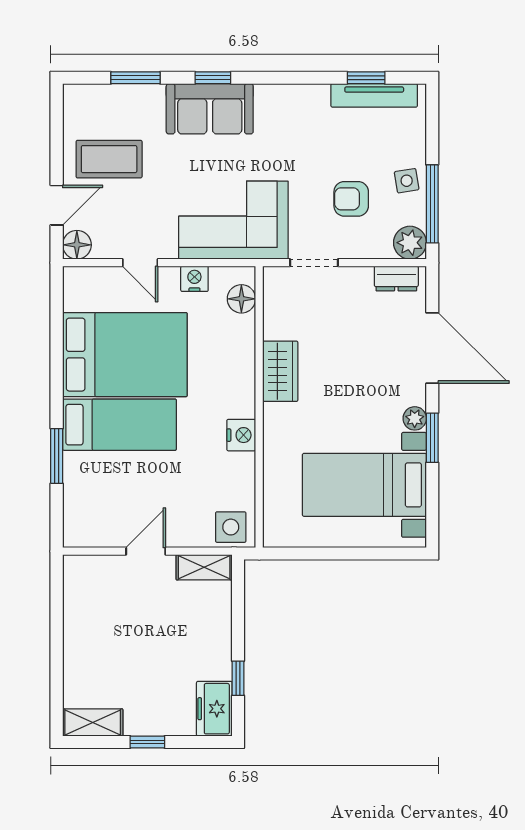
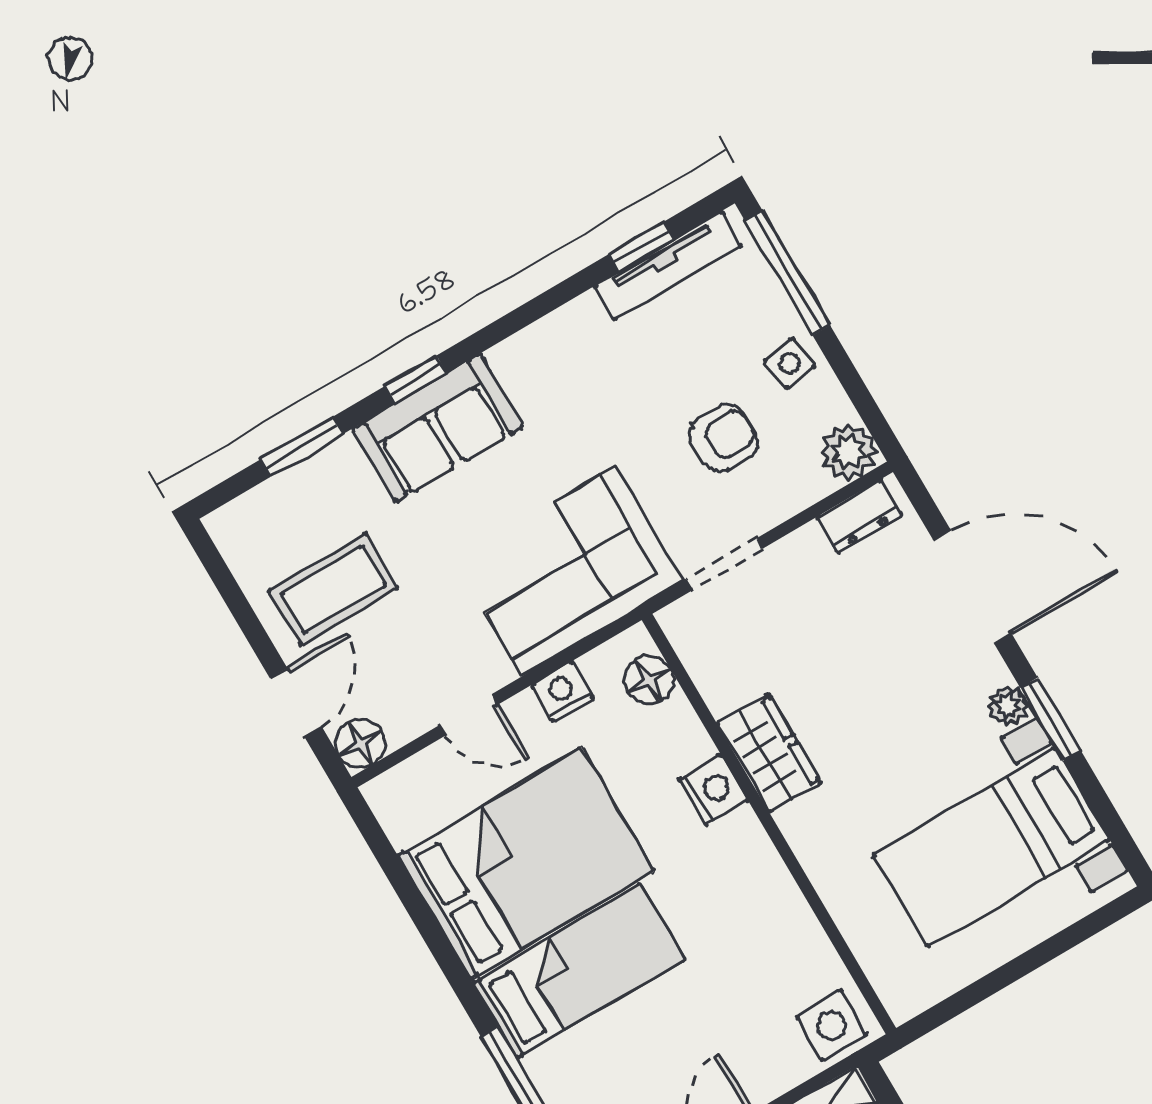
armchair: (351, 199) -> (724, 438), turned 180
window: (432, 204) -> (787, 273), moved
nightstand: (241, 435) -> (713, 790), moved

